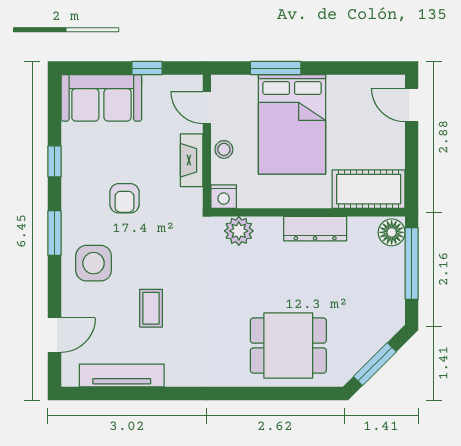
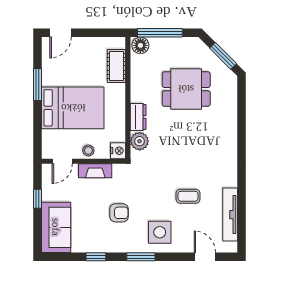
window: (276, 68) -> (37, 84), moved
cot: (369, 189) -> (116, 66), width x0.73, depth x0.75
dresser: (315, 229) -> (138, 117), moved, width x0.70
dining table: (288, 346) -> (186, 89), moved, turned 90

